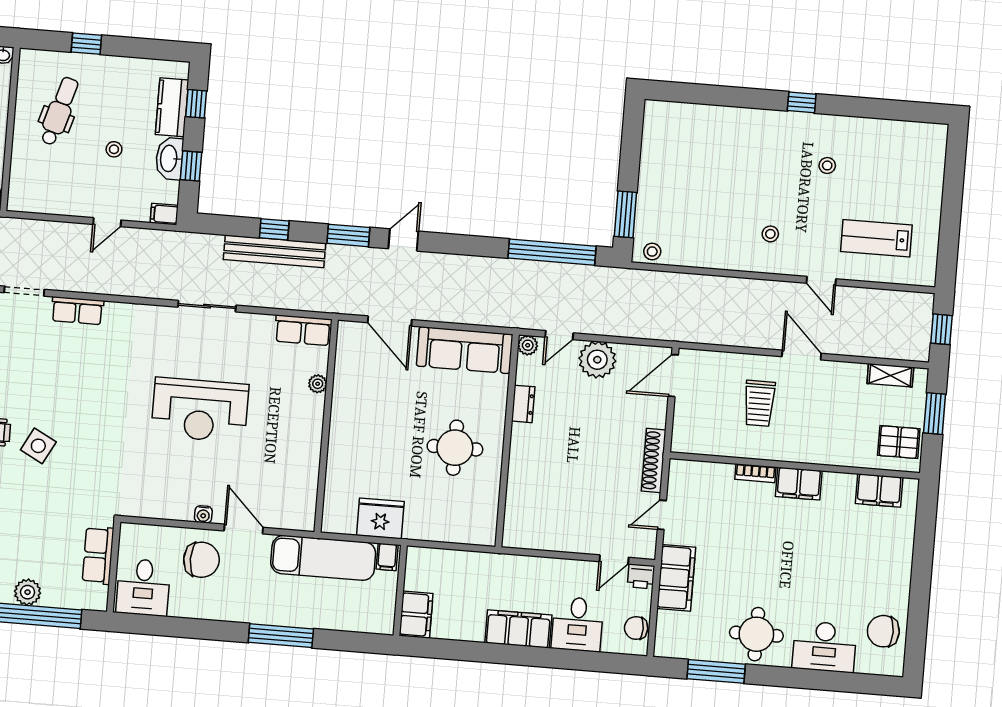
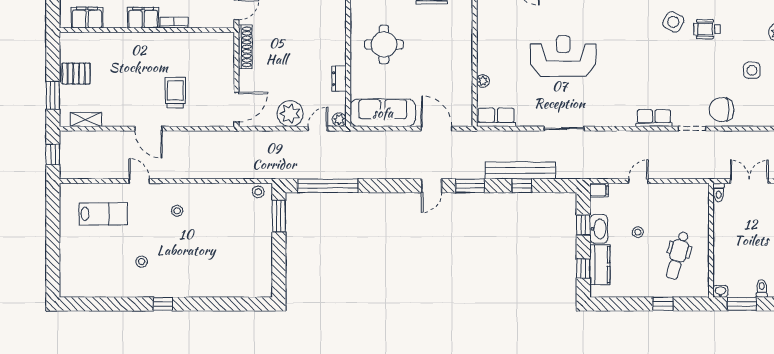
wall: (795, 466) -> (147, 30), moved
bookcase: (755, 473) -> (174, 23), moved
filing cabinet: (799, 484) -> (143, 18), moved
filing cabinet: (879, 490) -> (87, 18), moved

